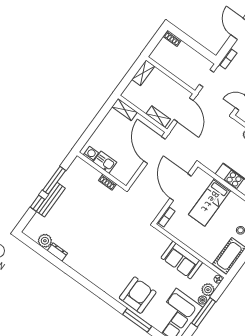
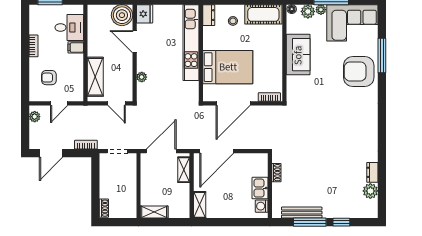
bench: (51, 200) -> (302, 213), moved
bed: (210, 202) -> (228, 67), width x1.50

